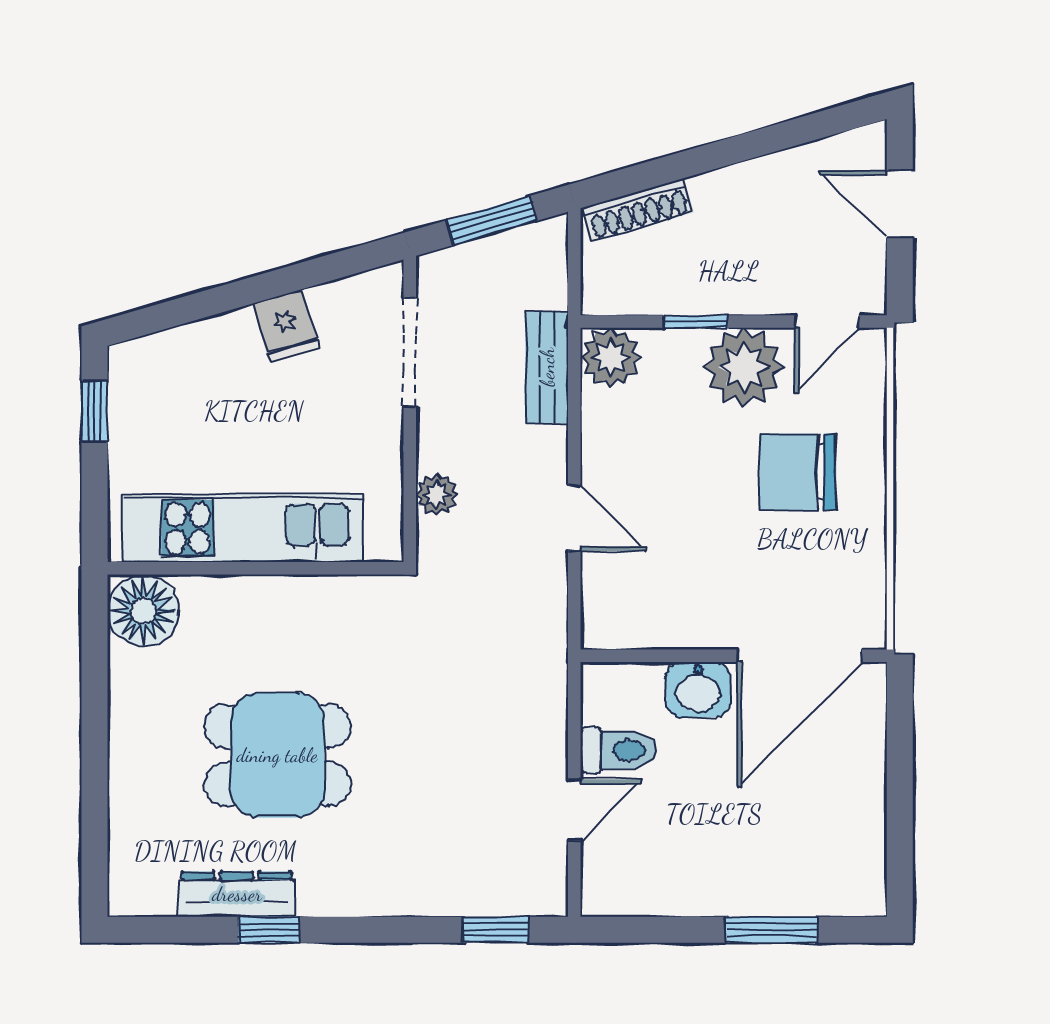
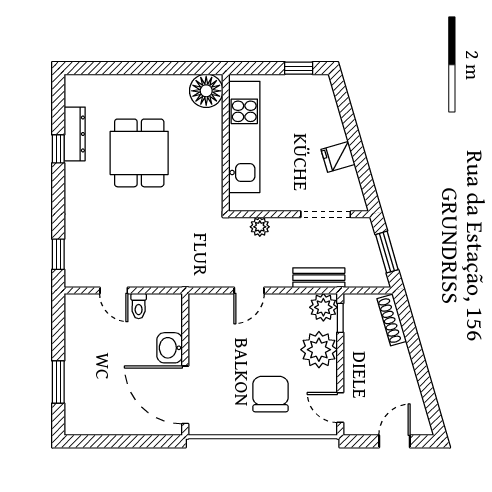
window: (696, 321) -> (340, 318), moved
plant: (744, 367) -> (319, 350), moved
toilet: (618, 750) -> (139, 306), width x0.73, depth x0.72

